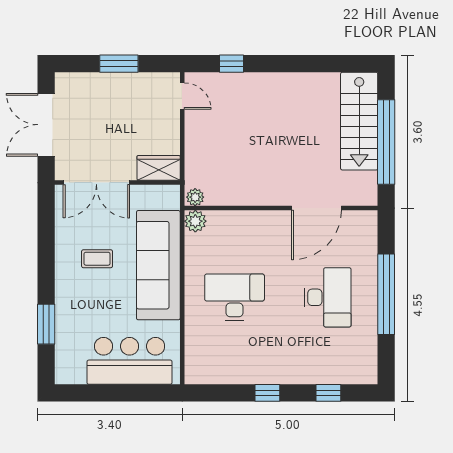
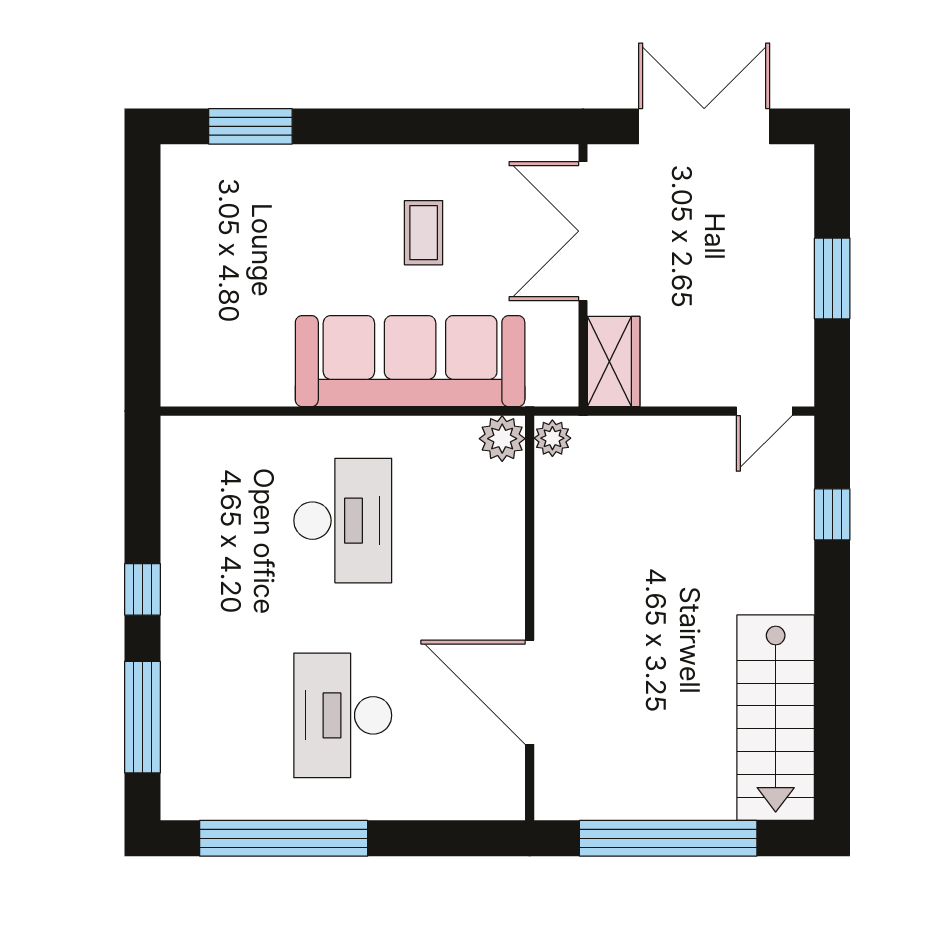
stairs: (359, 121) -> (776, 718), moved, turned -90
window: (386, 294) -> (284, 838), moved
desk: (328, 297) -> (343, 715), turned 90
window: (46, 324) -> (250, 126), moved
bar counter: (130, 361) -> (210, 301), removed
window: (328, 393) -> (143, 717), width x2.17

